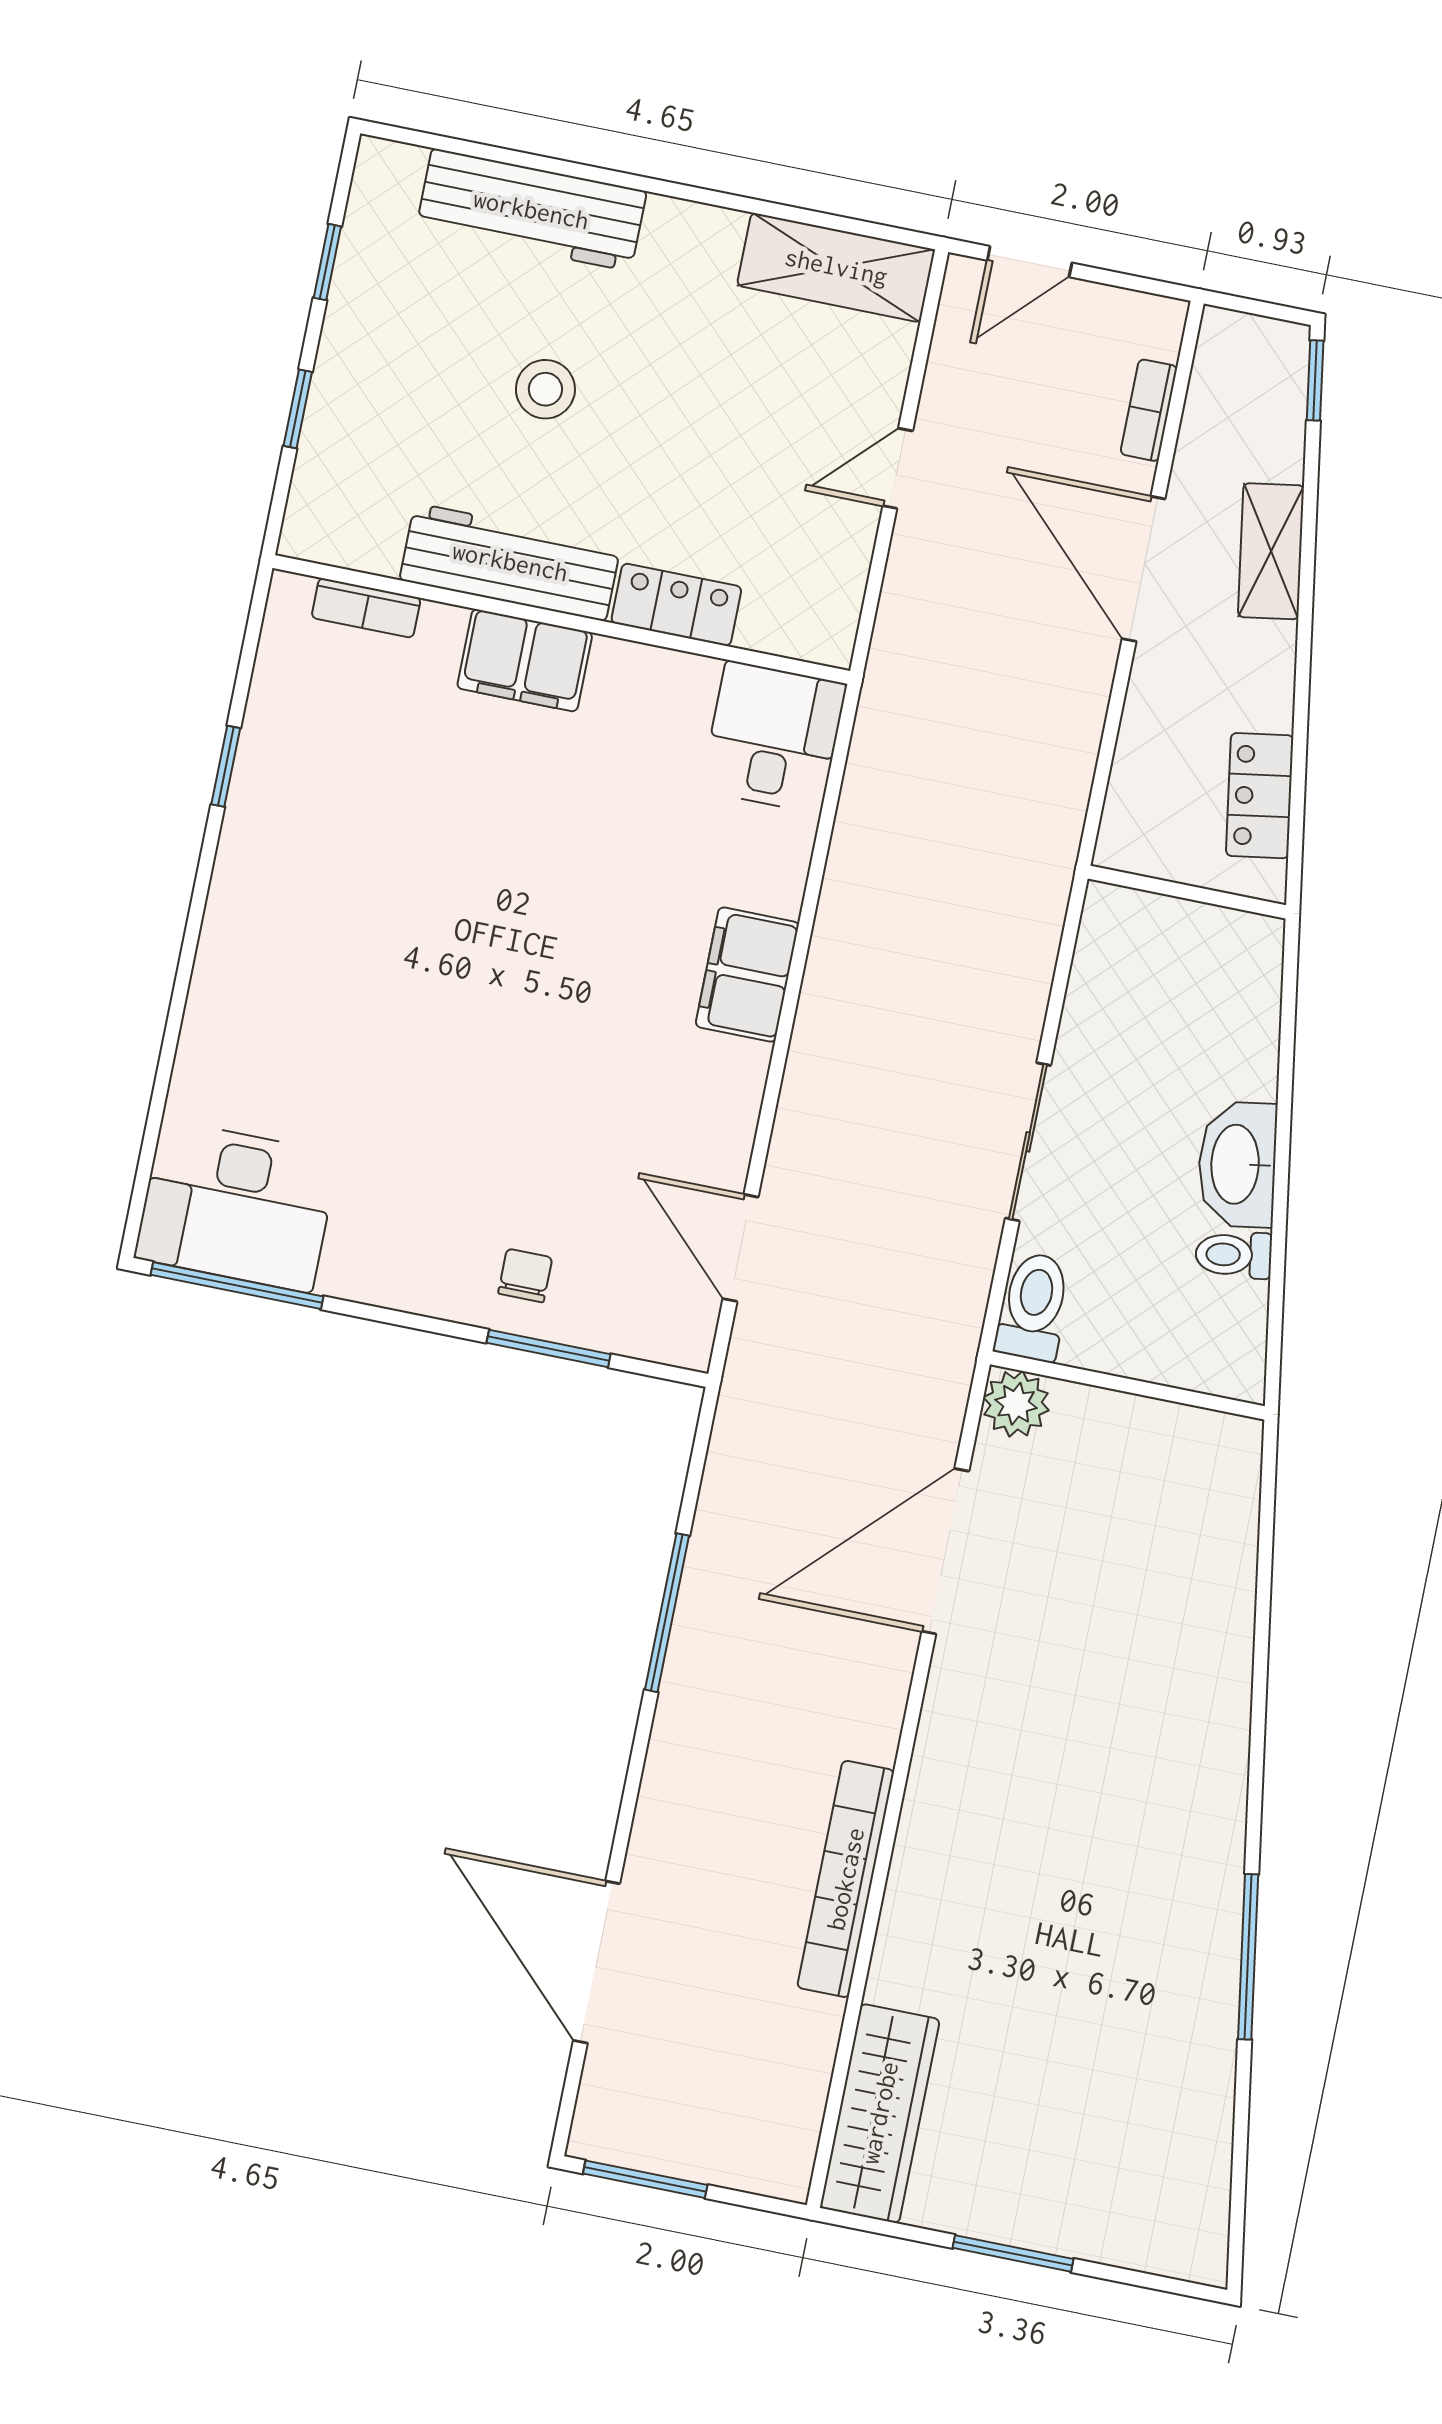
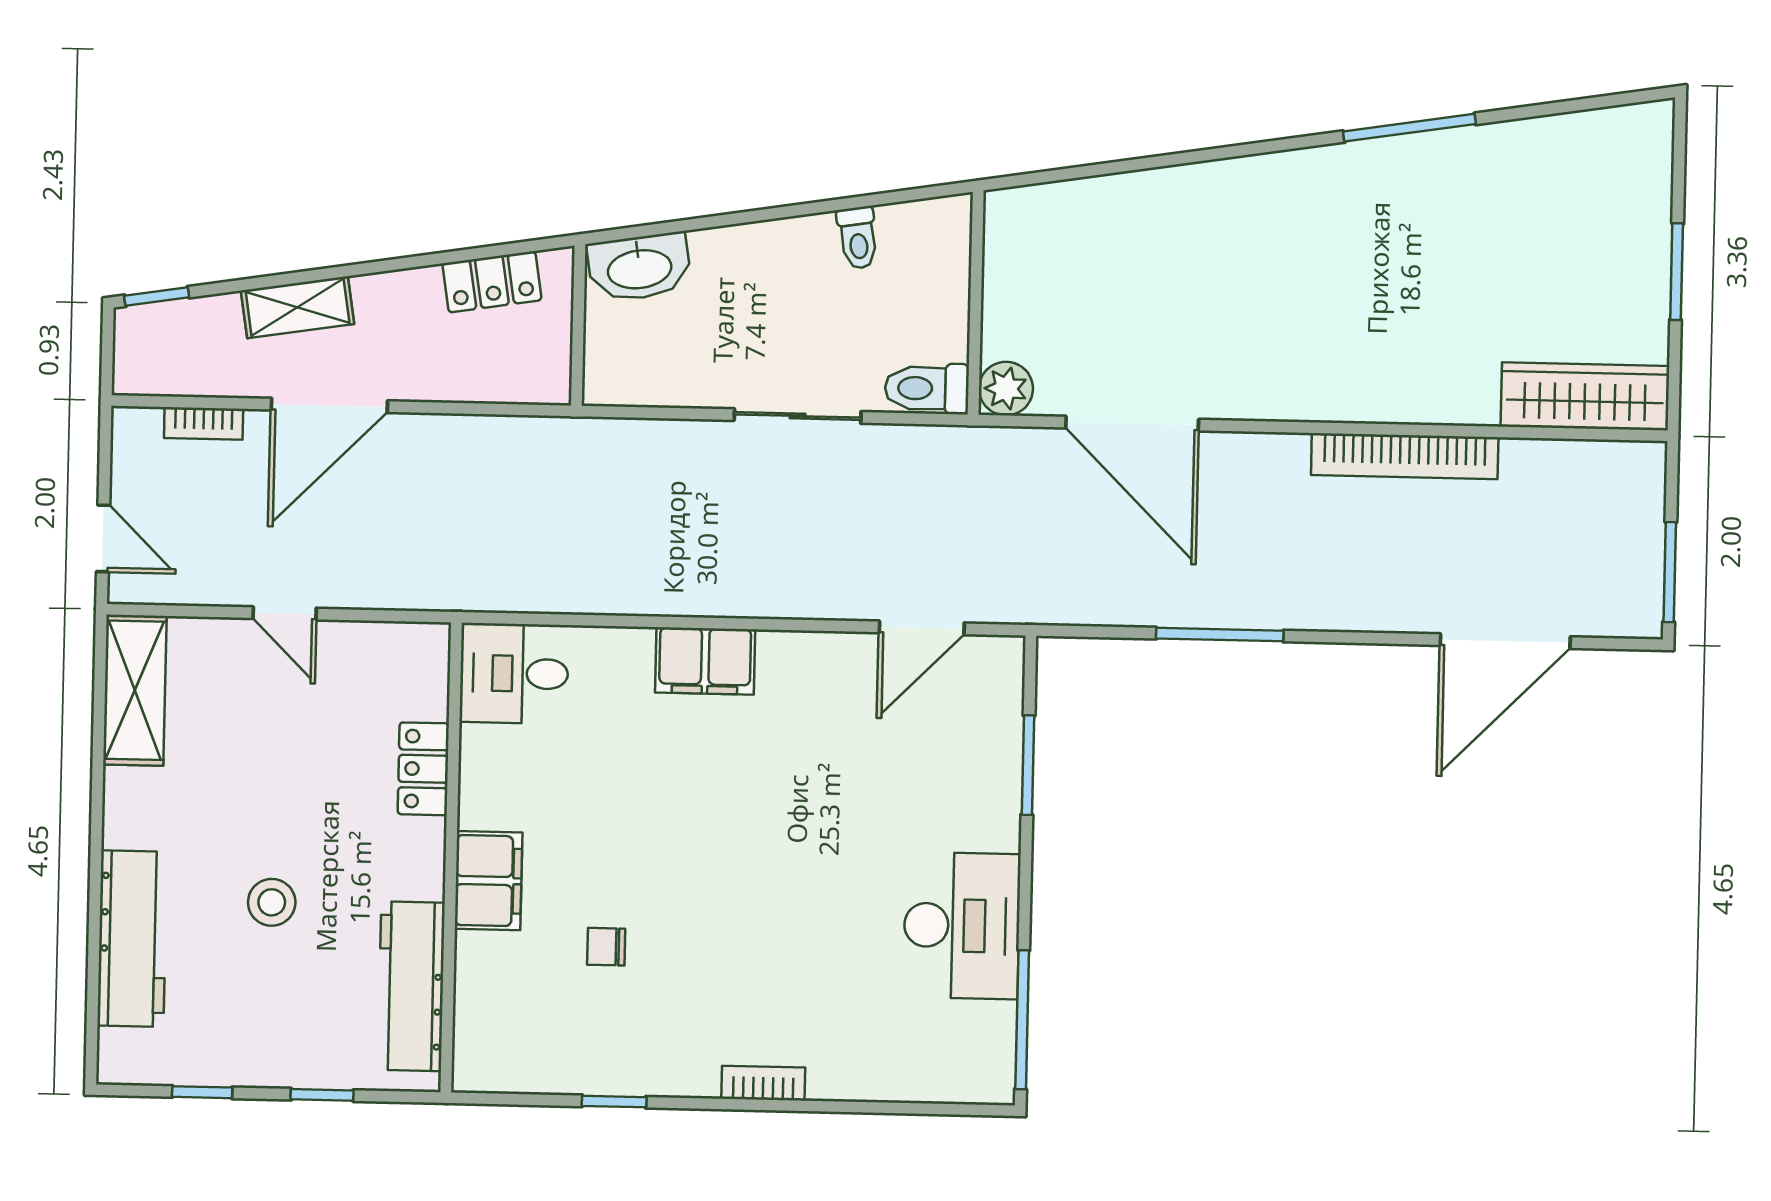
workbench: (510, 562) -> (411, 986), moved
bookcase: (366, 608) -> (763, 1083), moved, turned -90
washbasin: (1237, 1164) -> (639, 267), moved
desk: (237, 1206) -> (962, 926), moved
chair: (525, 1275) -> (606, 947), moved

